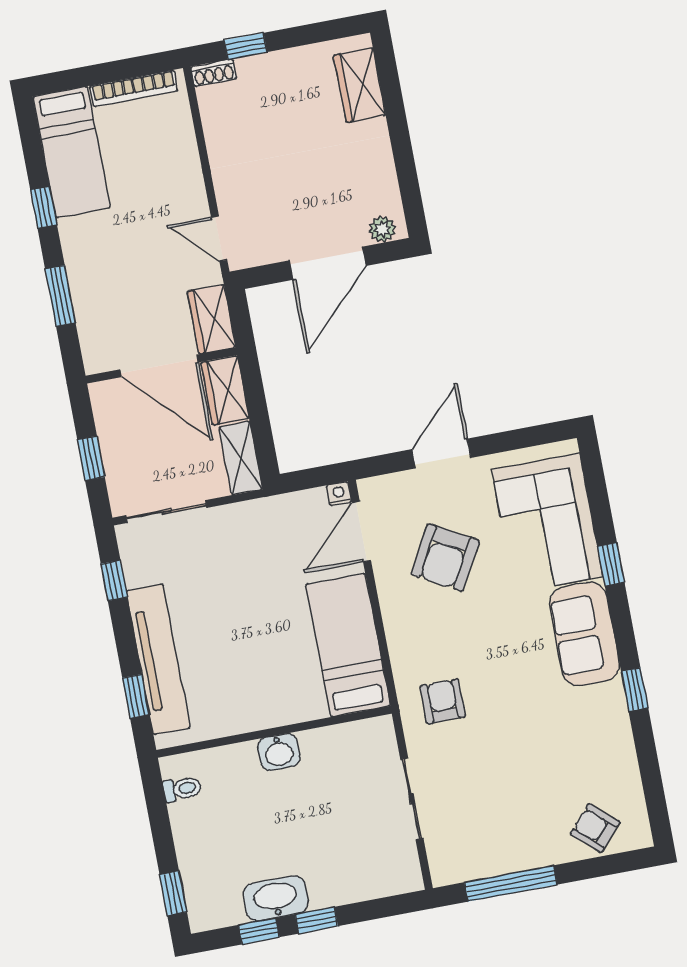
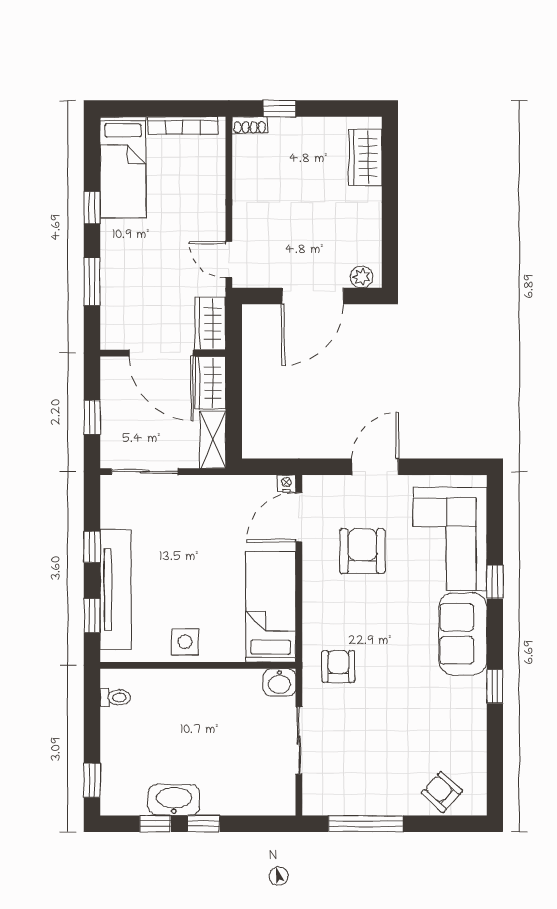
armchair: (445, 558) -> (362, 551), turned 151
window: (114, 581) -> (92, 547), moved
side table: (253, 706) -> (185, 642), added
washbasin: (279, 752) -> (279, 682), moved

